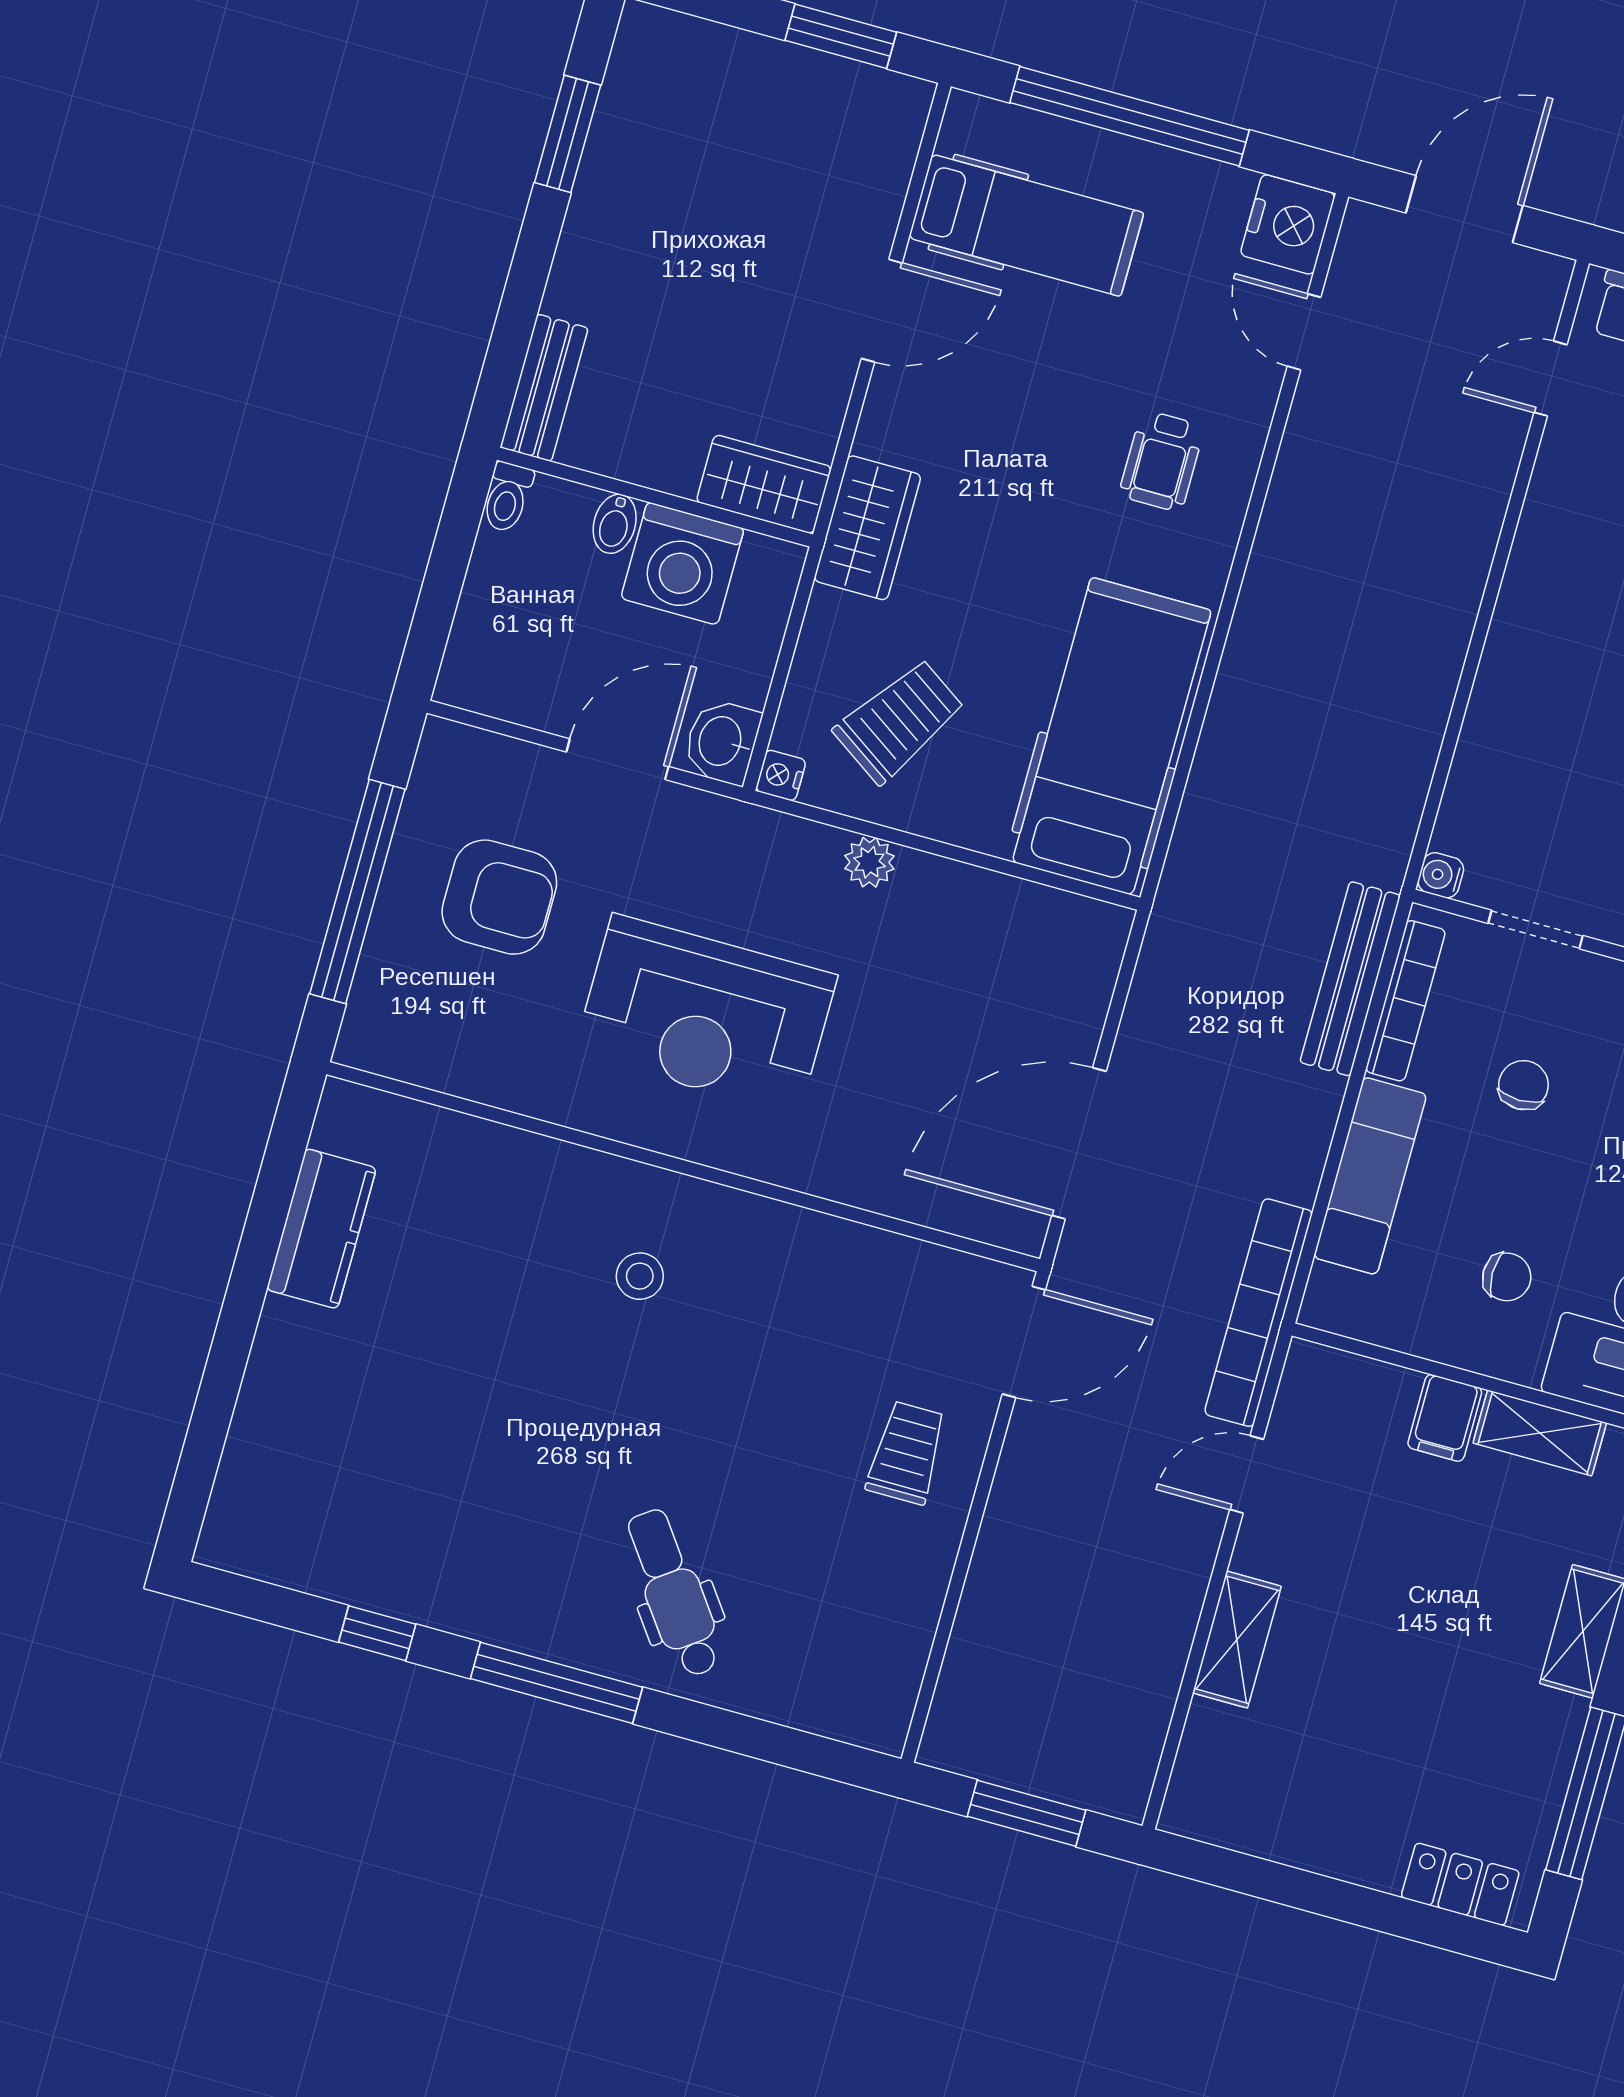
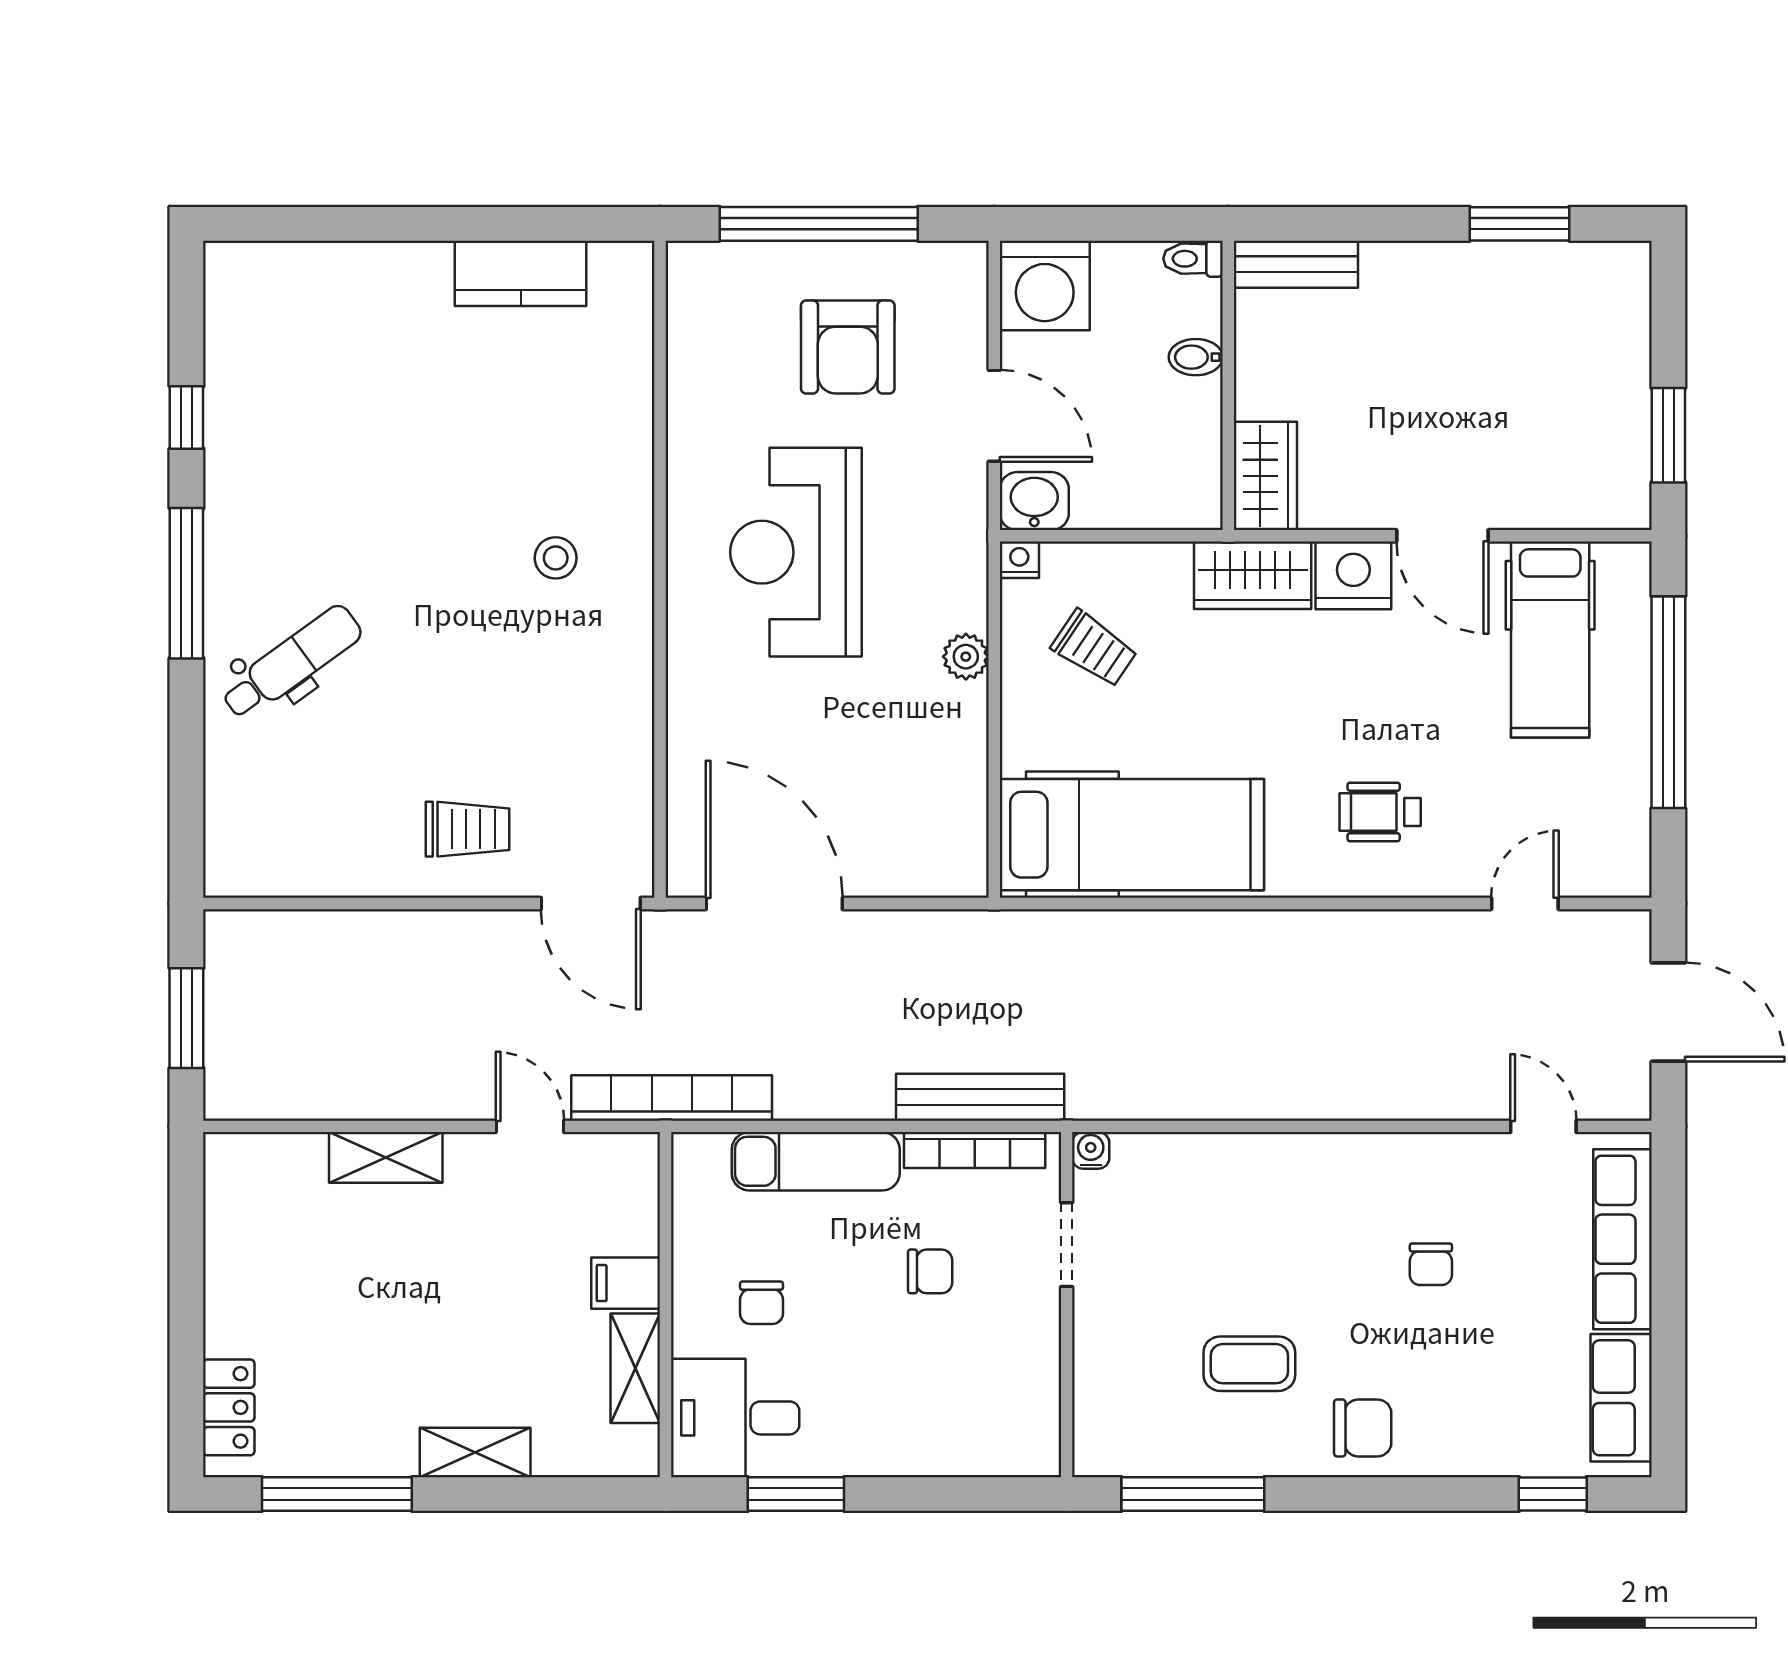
nightstand: (1288, 224) -> (1353, 575), moved, turned 180
washing machine: (682, 564) -> (1045, 285), moved, turned -90
trolley: (899, 721) -> (1094, 649), width x0.73, depth x0.72

